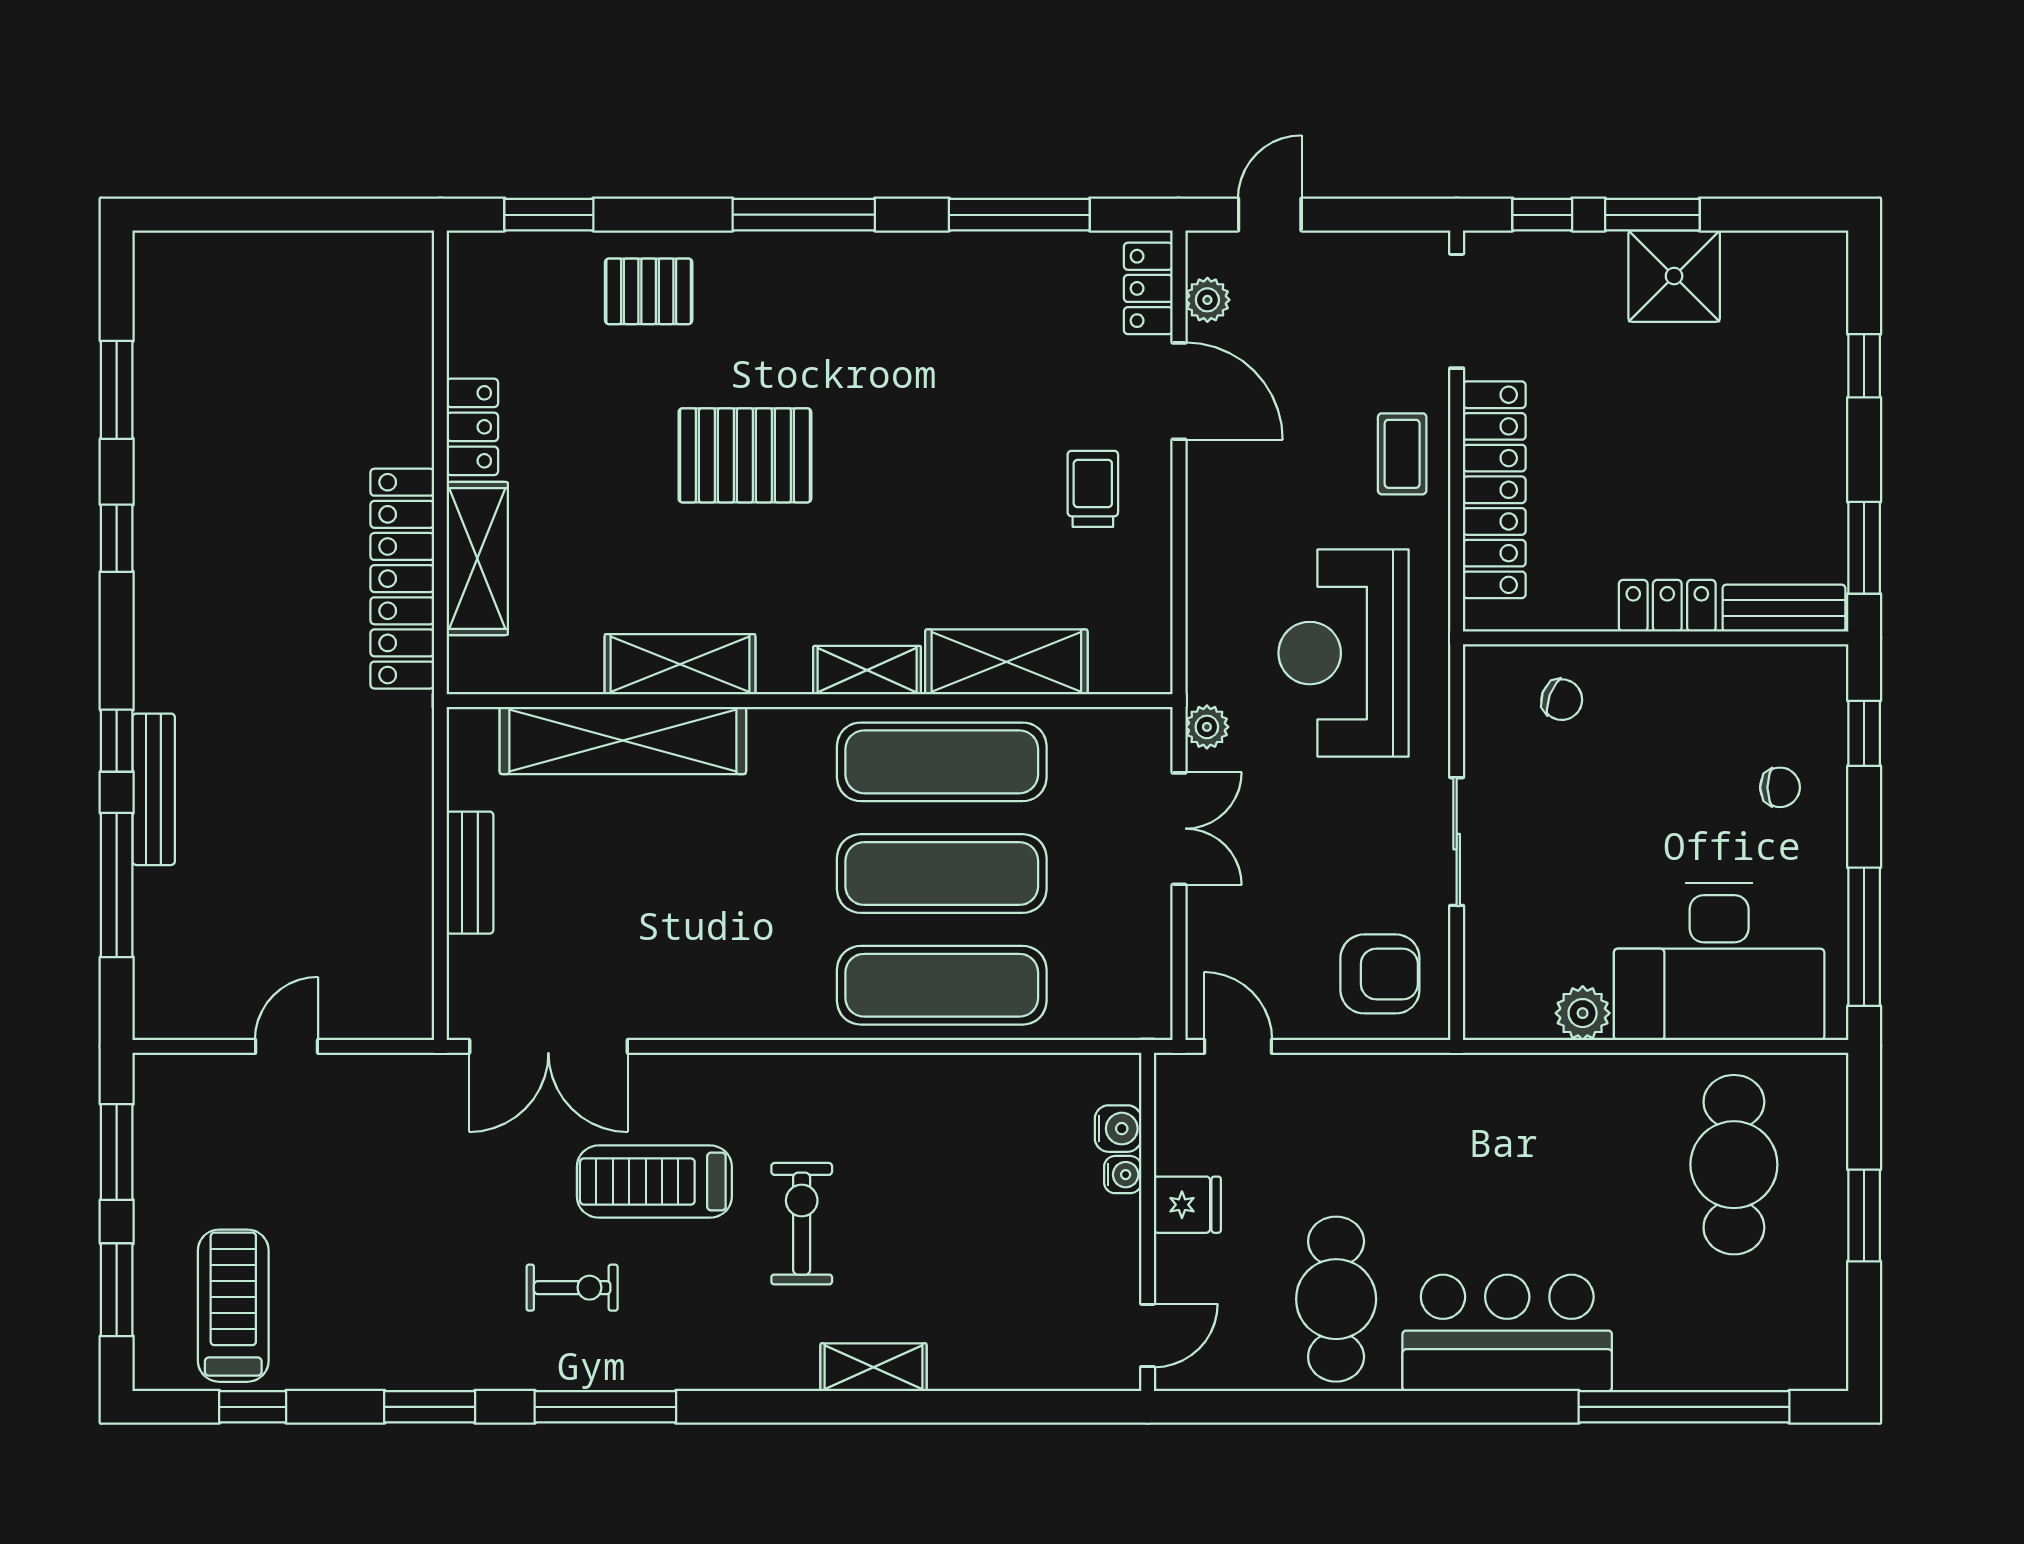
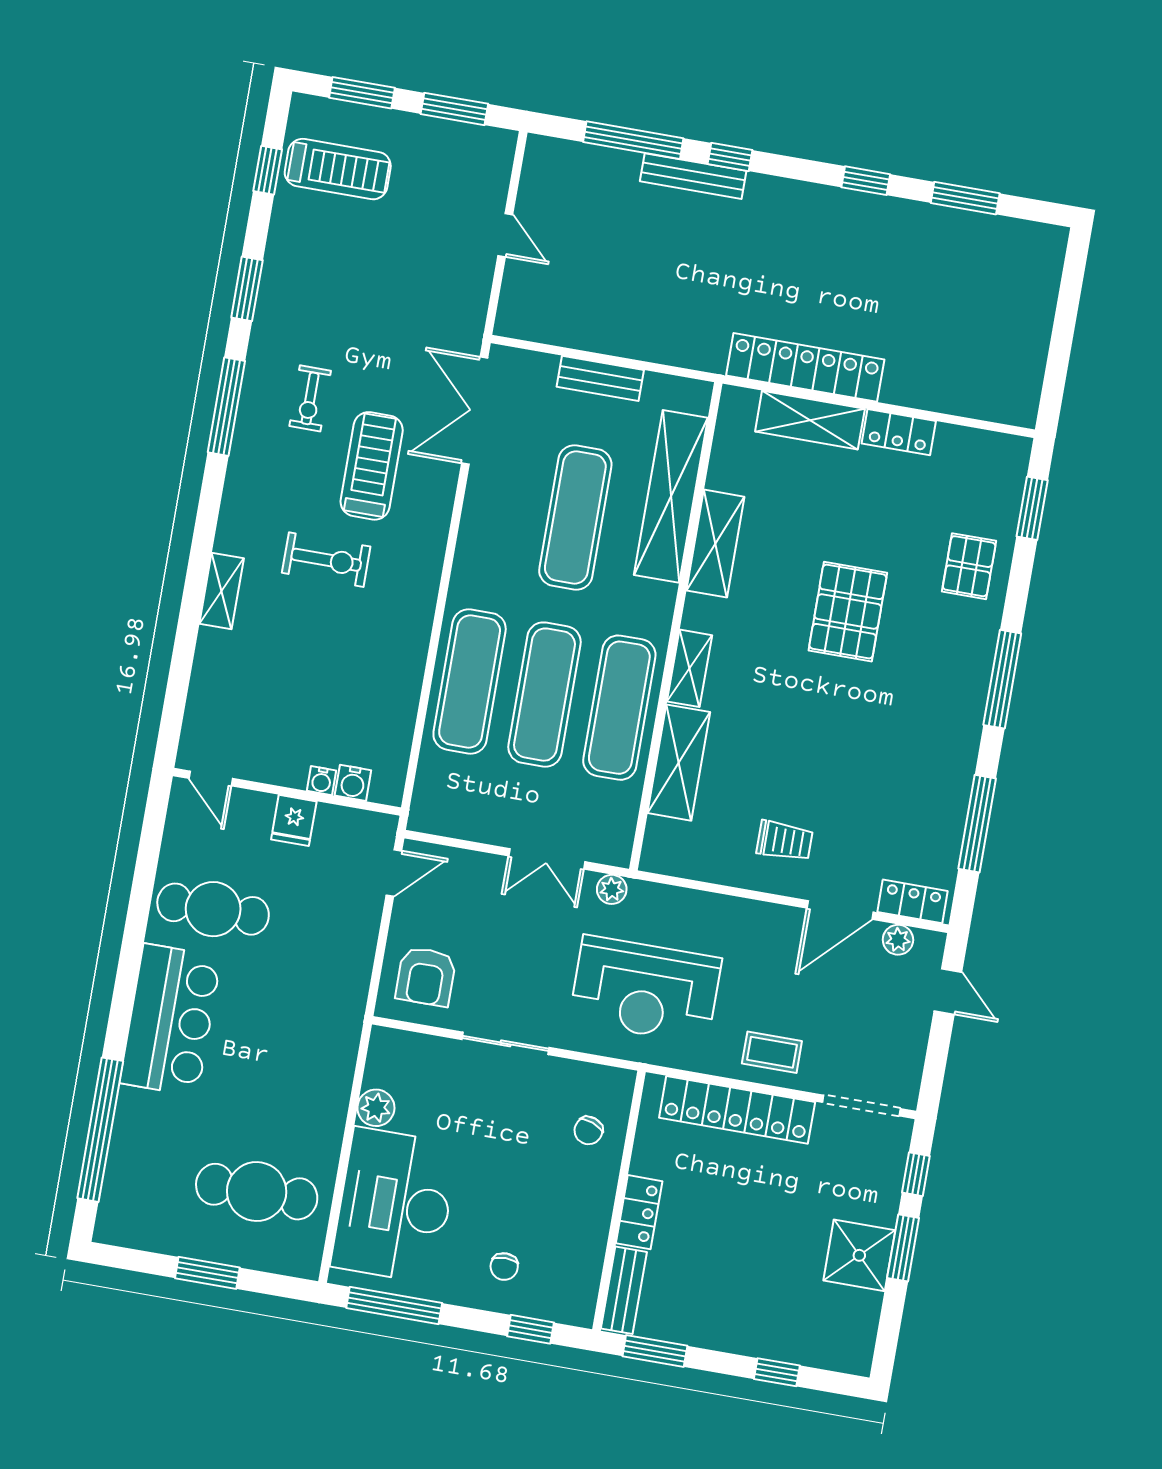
reception desk: (1344, 653) -> (645, 990), turned 180
exercise mat: (678, 874) -> (575, 518), added

